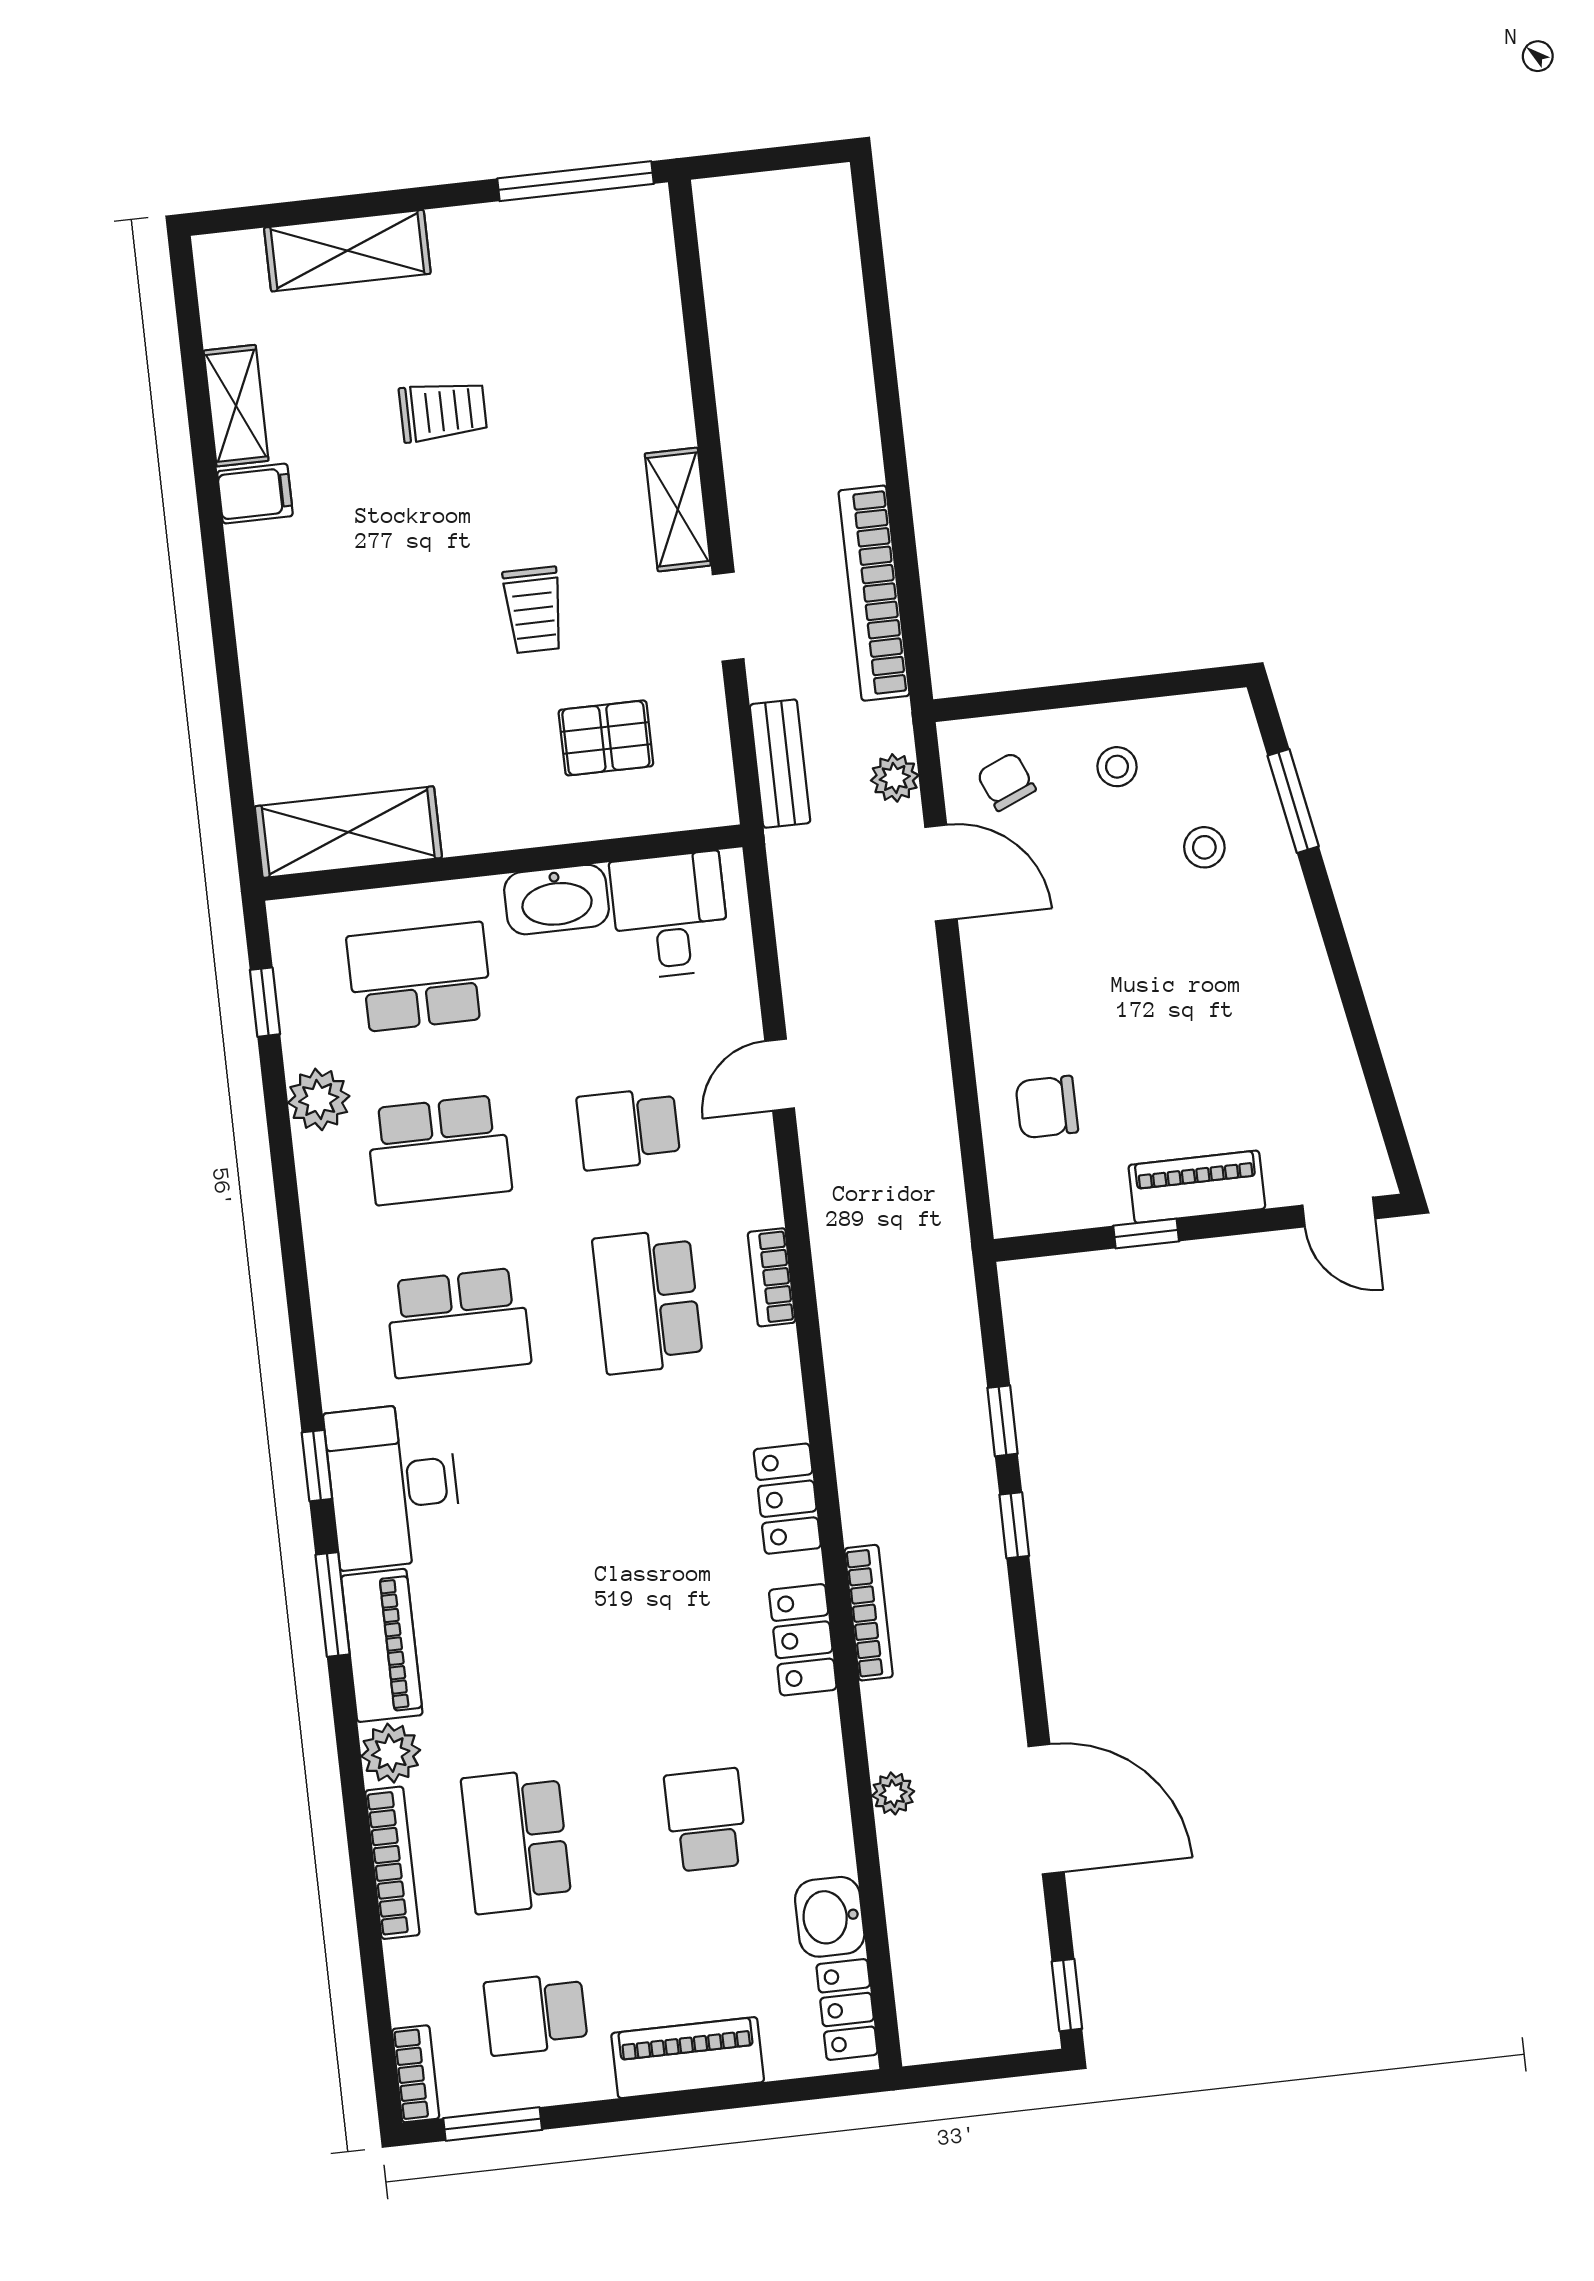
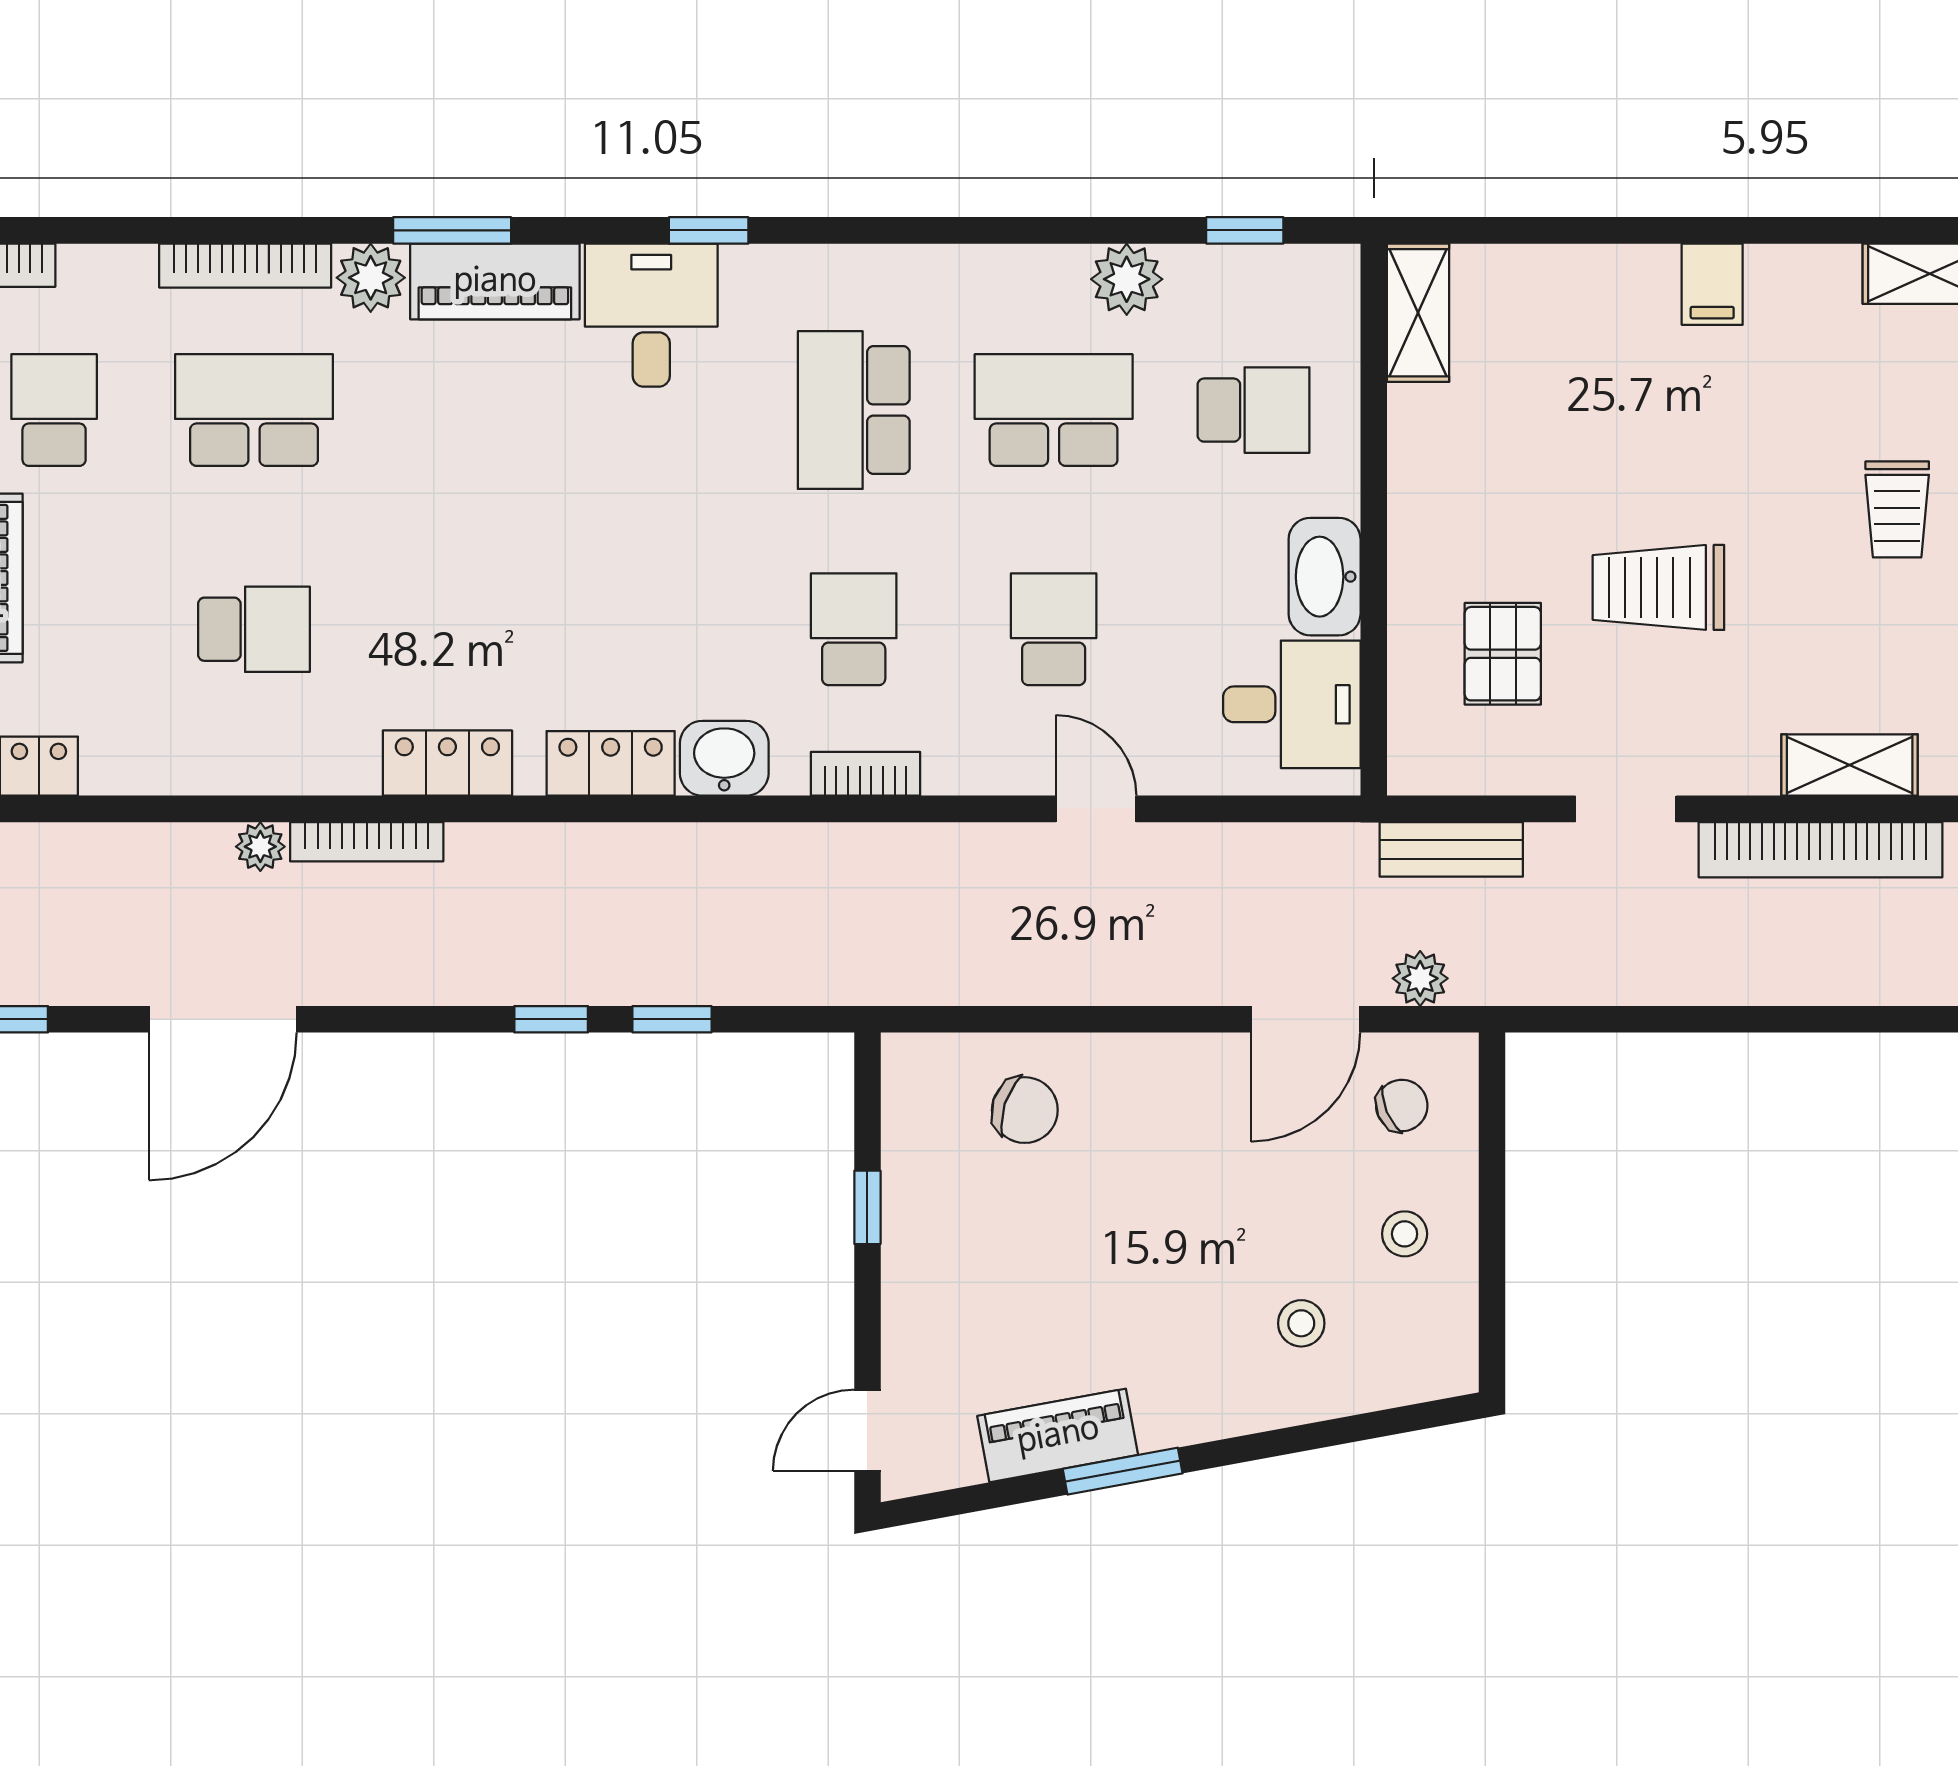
filing cabinet: (255, 494) -> (1712, 284), moved
shelving: (678, 509) -> (1850, 765), moved
bookcase: (874, 593) -> (1820, 850), moved, turned 180
trolley: (534, 610) -> (1658, 587), width x1.36, depth x1.39
window: (1293, 801) -> (1123, 1471), moved
shelving: (348, 832) -> (1418, 313), width x0.67, depth x0.75
school desk: (419, 977) -> (1254, 410), width x0.54
chair: (1047, 1107) -> (1025, 1110), turned 108
school desk: (439, 1150) -> (1054, 410), turned 90
piano: (1197, 1187) -> (1058, 1435), moved, turned -100
school desk: (648, 1301) -> (854, 629), width x0.54
desk: (393, 1486) -> (651, 315), width x0.73
window: (333, 1604) -> (452, 230), moved
bookcase: (869, 1613) -> (367, 842), moved
washbasin: (830, 1917) -> (724, 758), moved

